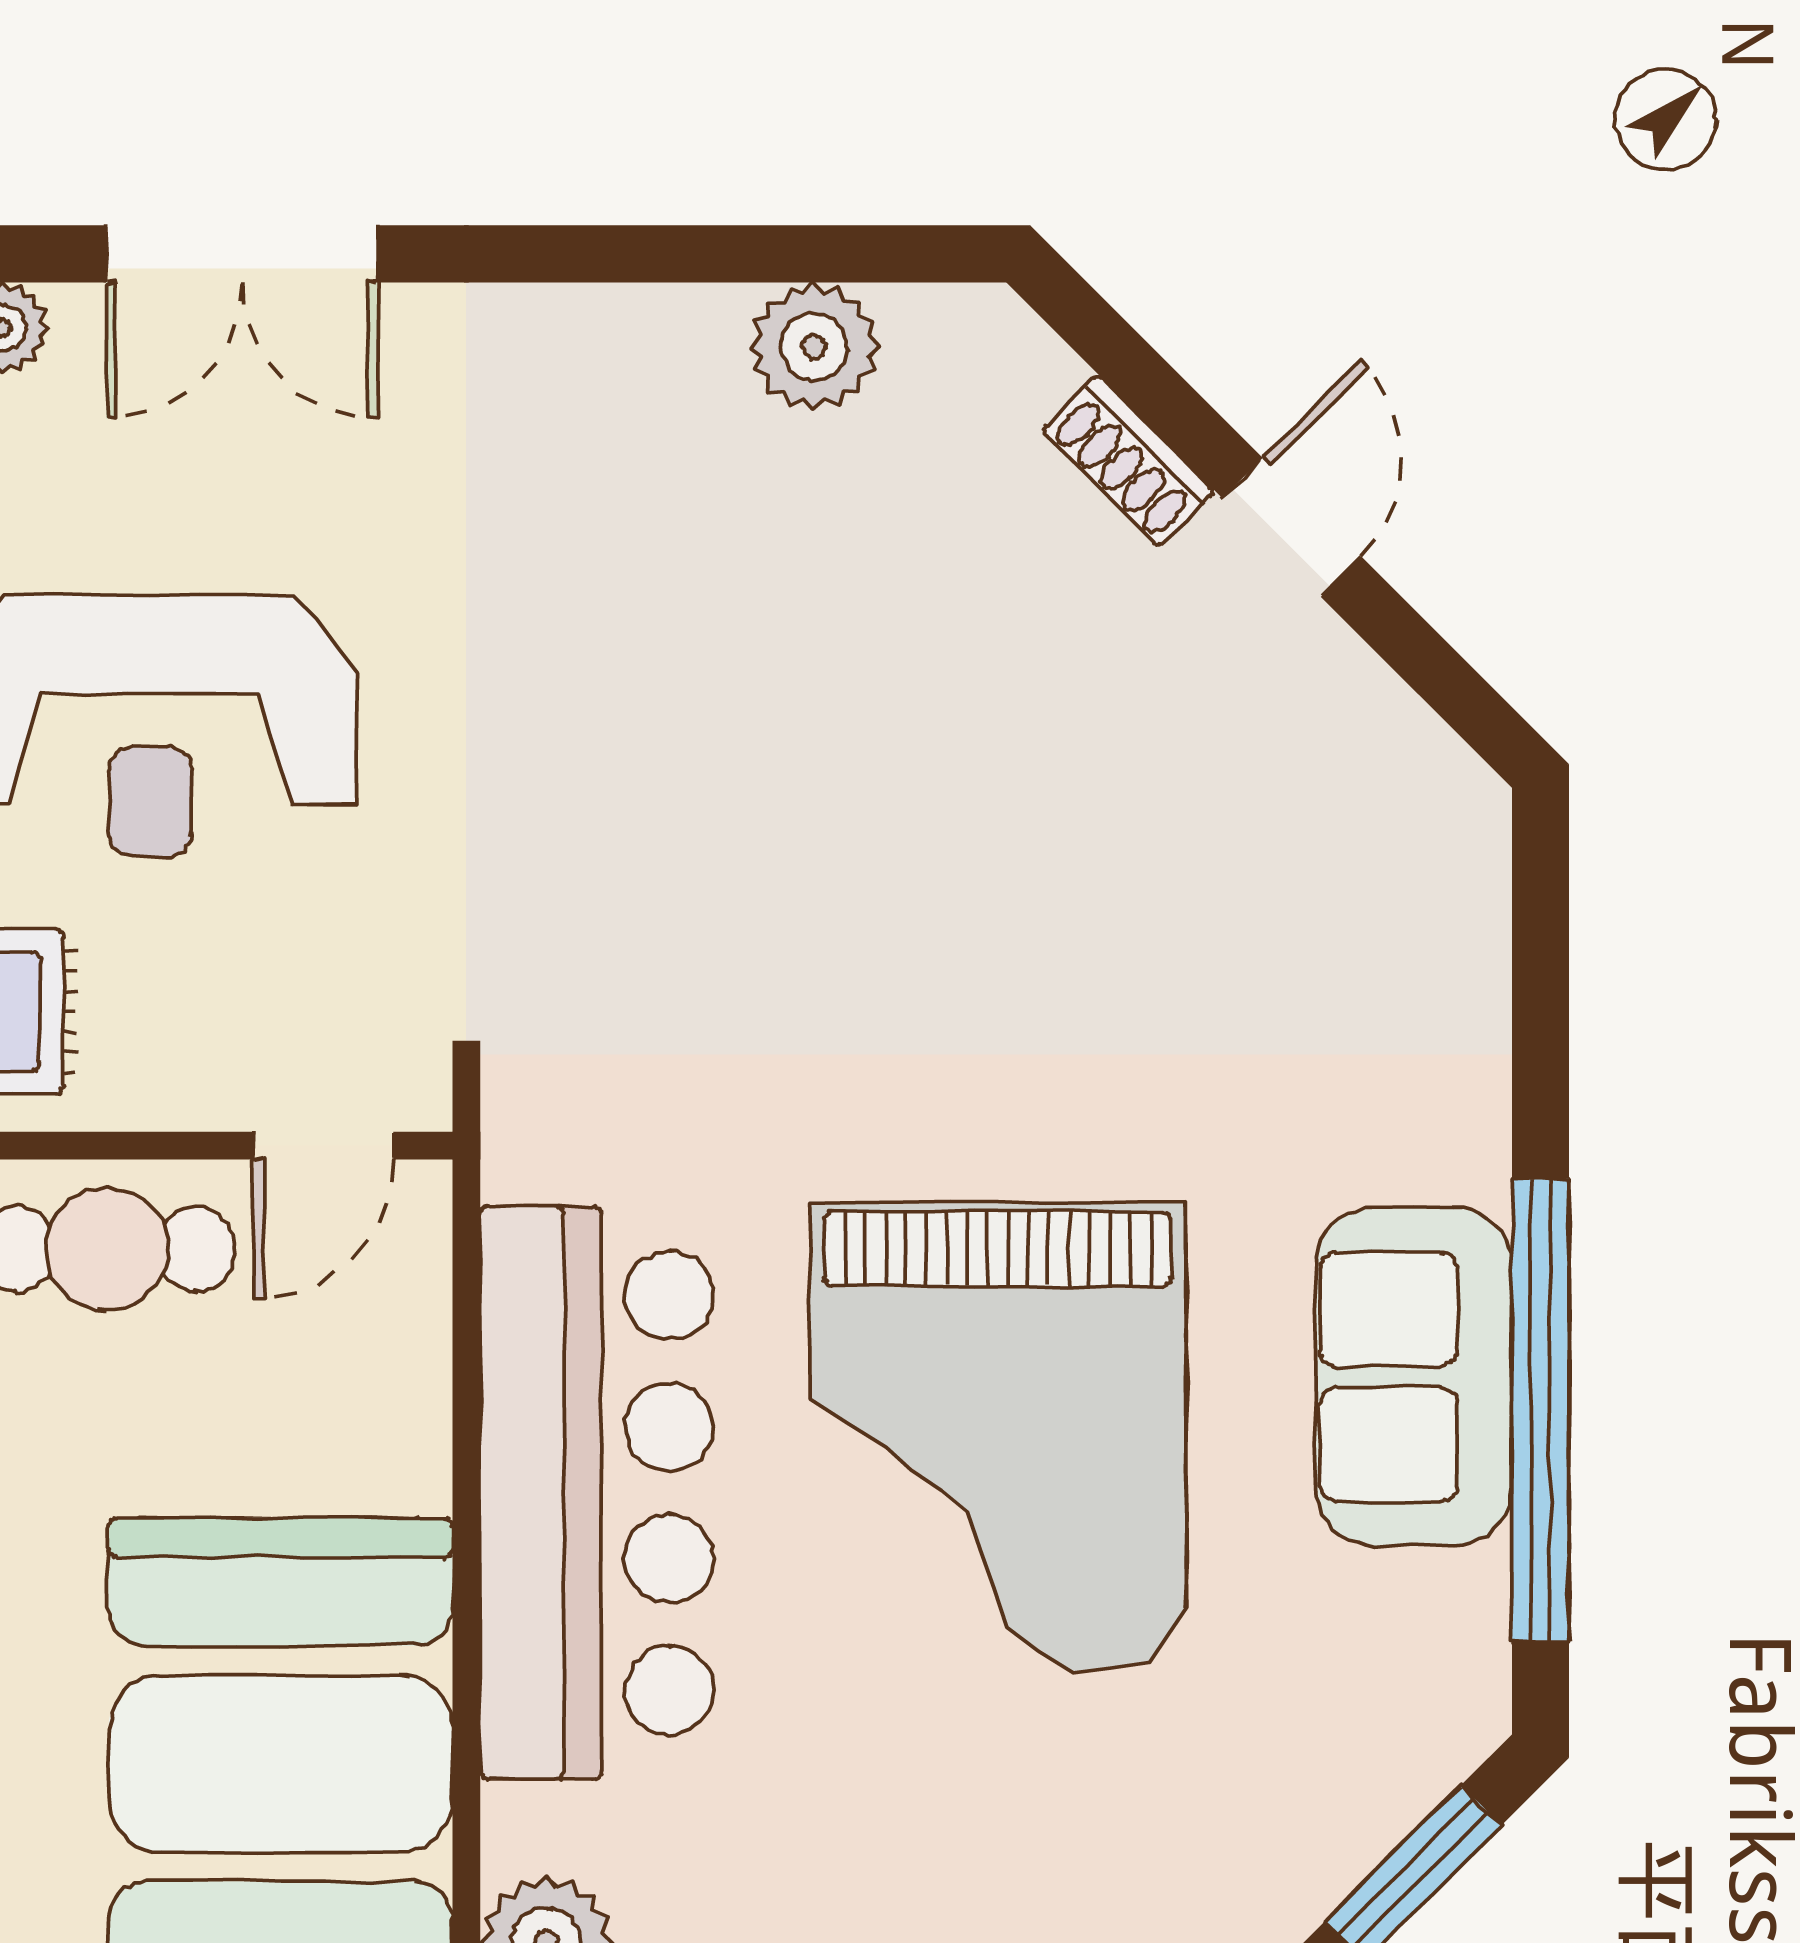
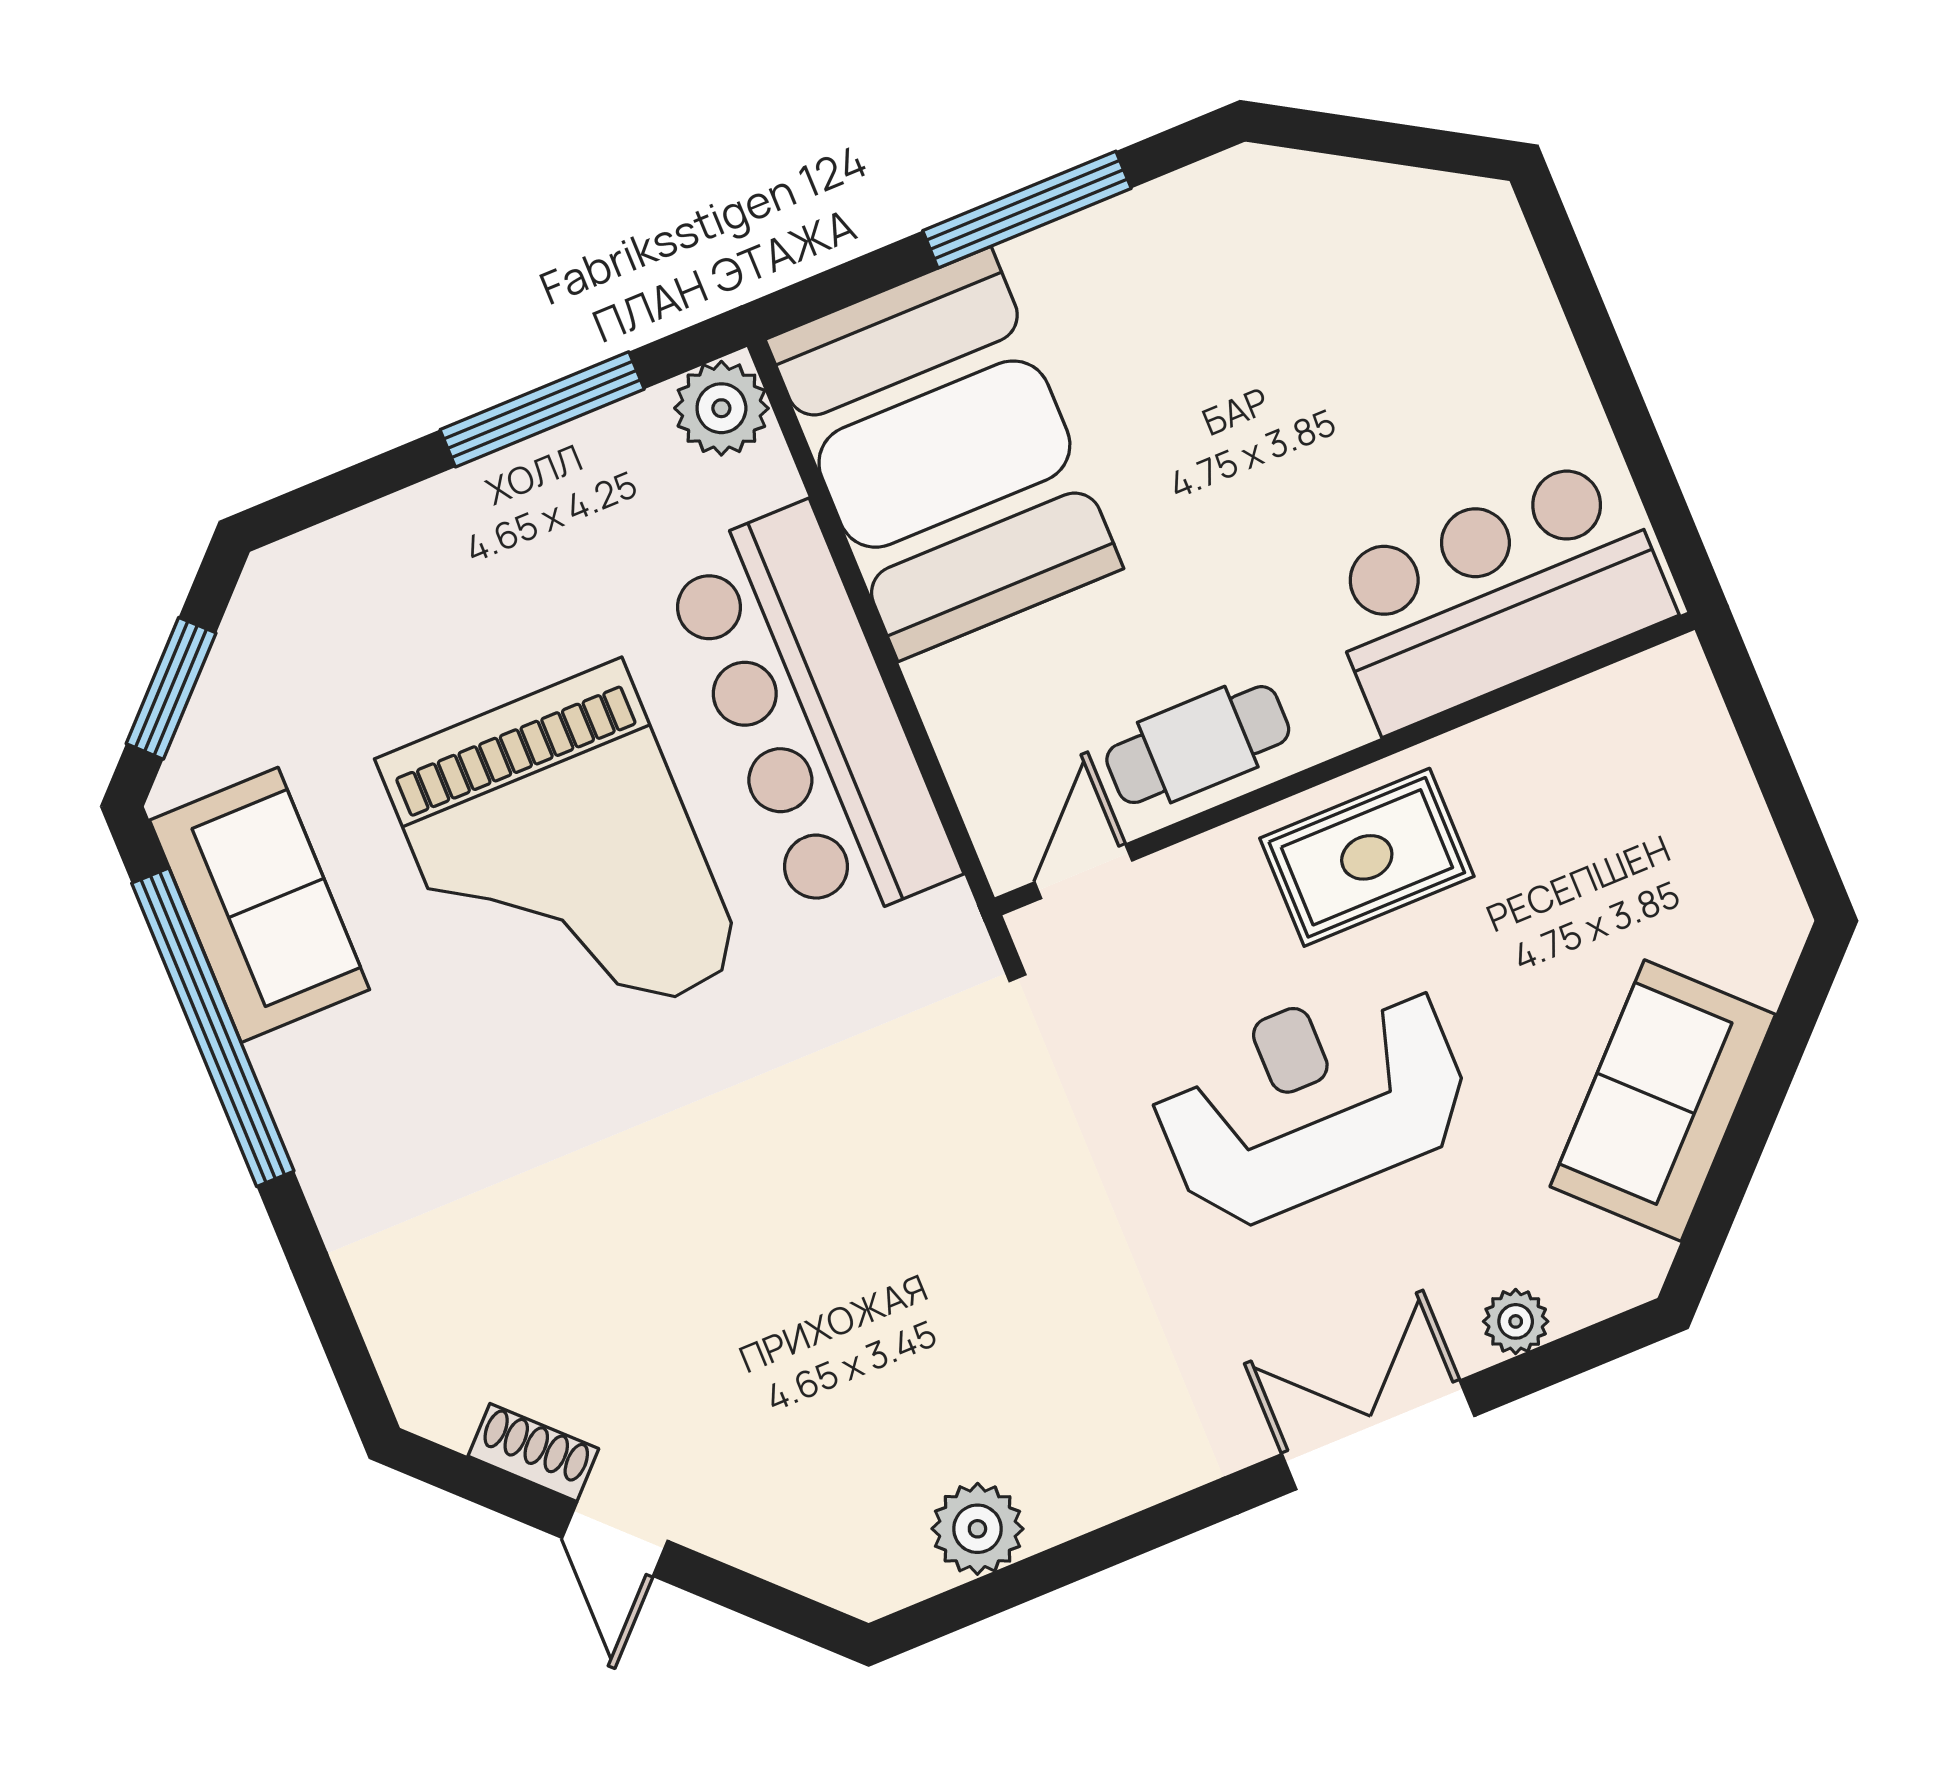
shoe rack: (1128, 461) -> (533, 1452), moved
sofa: (1414, 1377) -> (260, 905), moved
grand piano: (998, 1437) -> (562, 862), turned 180

